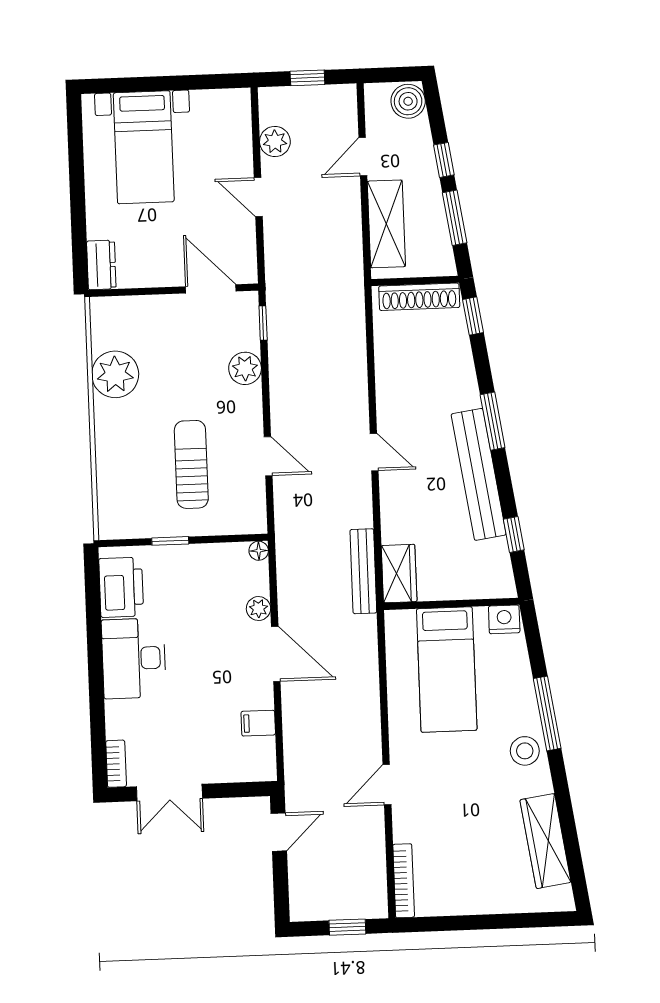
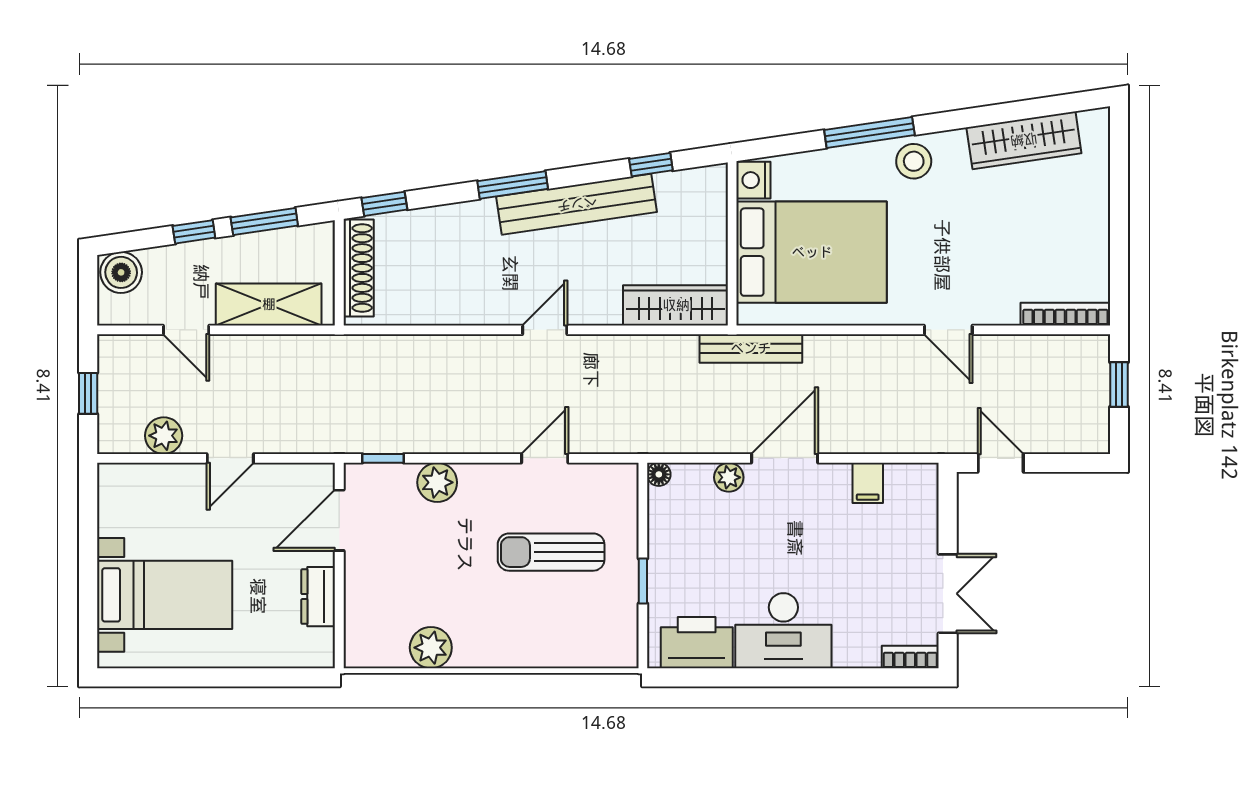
dresser: (101, 265) -> (318, 597), moved, turned -90
plant: (115, 374) -> (431, 648), width x0.73, depth x0.73
bench: (363, 571) -> (751, 348), moved
wardrobe: (399, 574) -> (676, 305), width x1.50
bed: (447, 670) -> (812, 252), width x1.50

